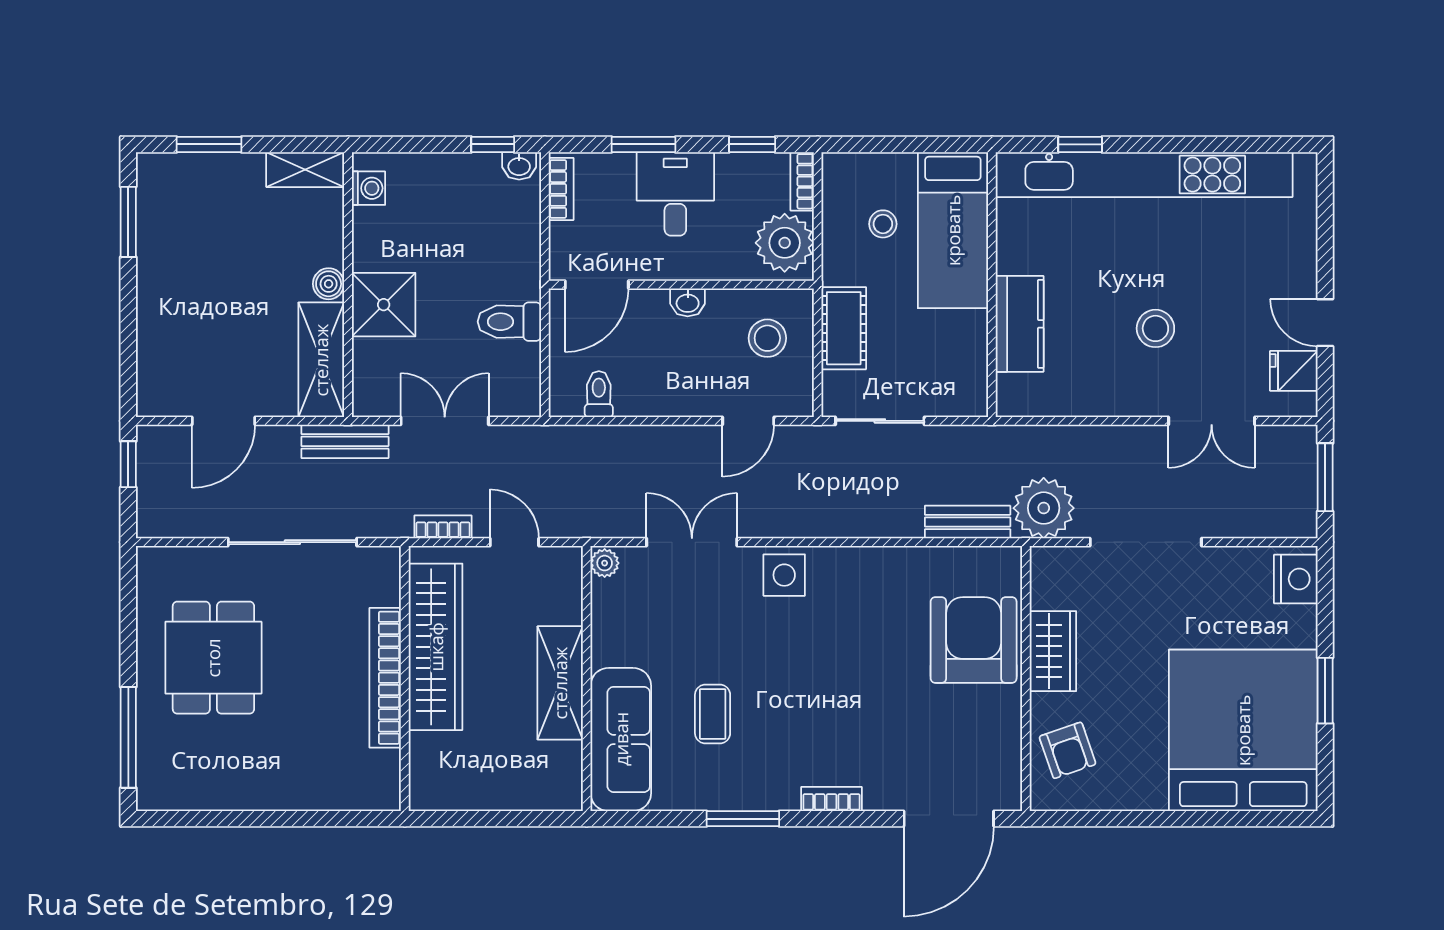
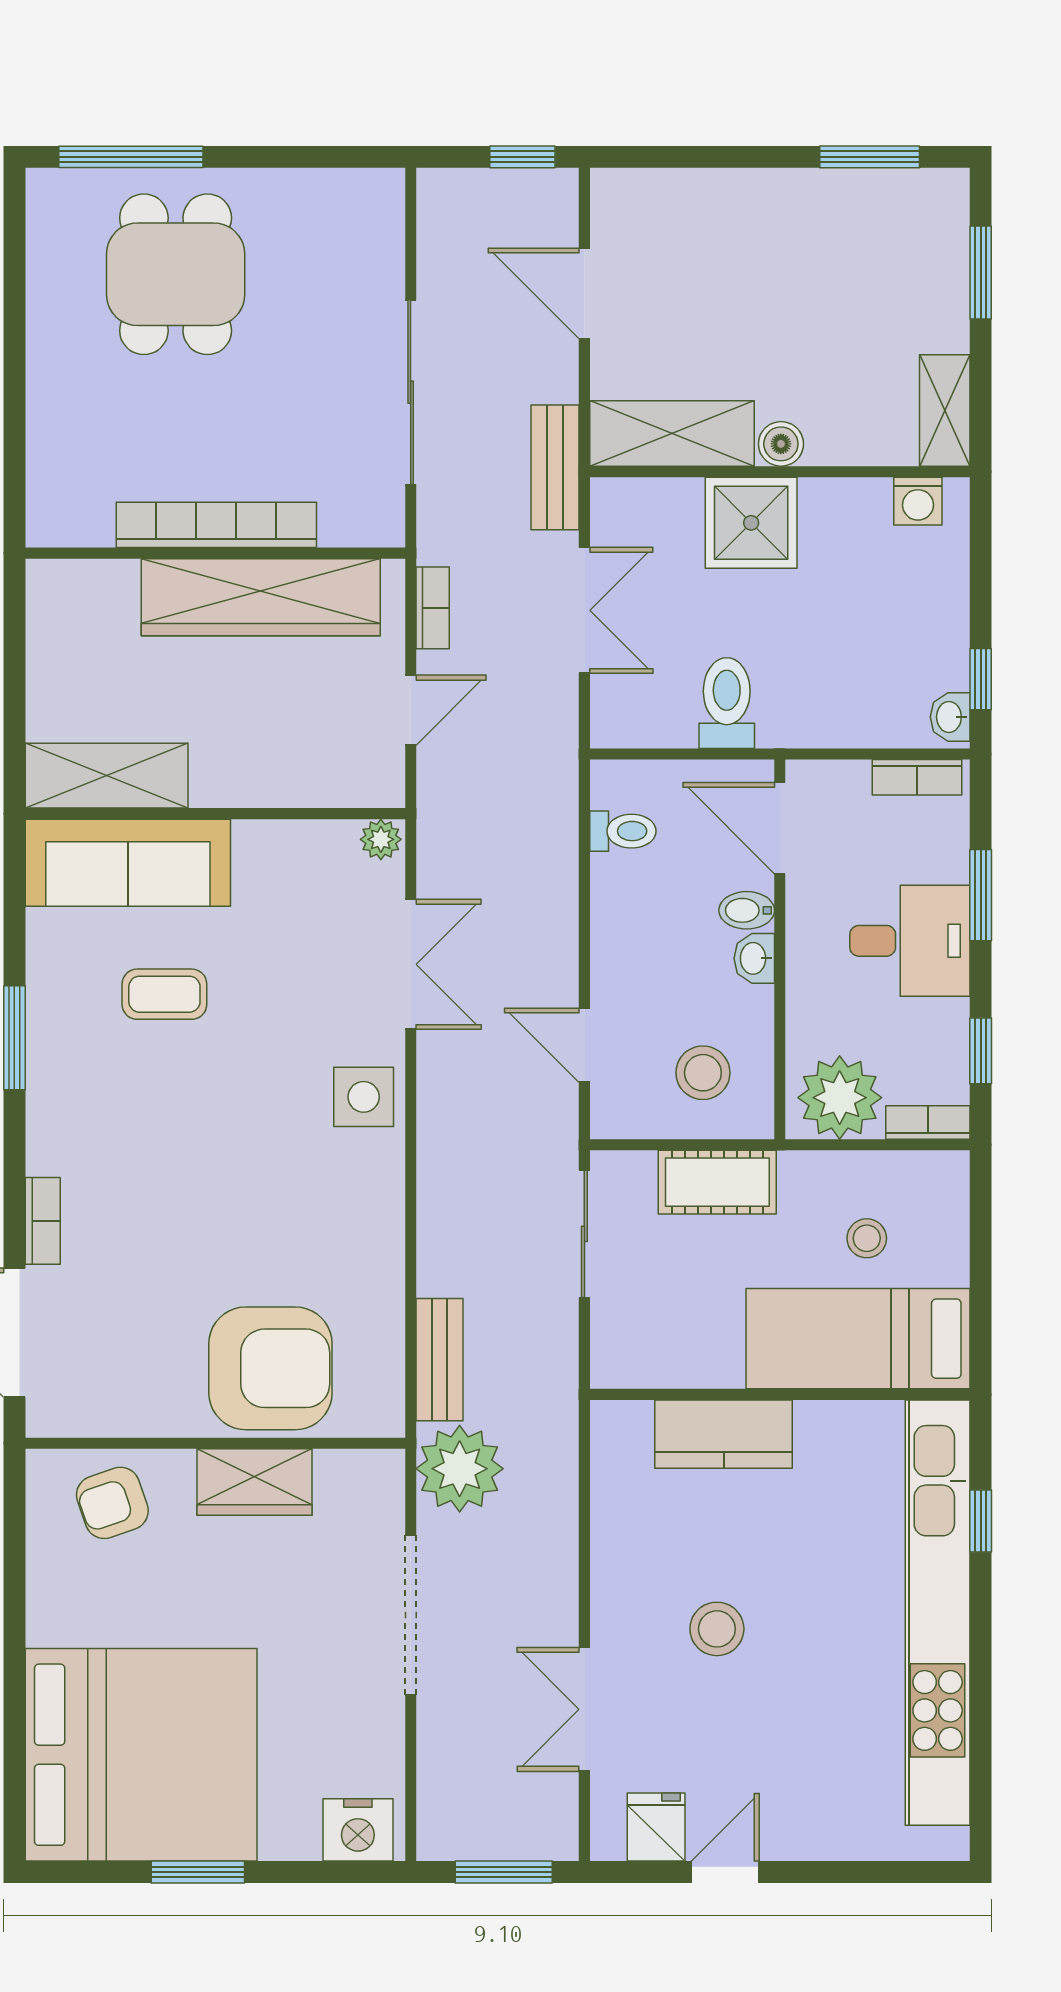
bidet: (654, 308) -> (747, 910), added
dining table: (213, 658) -> (176, 274), moved, turned 90
shelving: (560, 683) -> (107, 776), moved
bookcase: (832, 799) -> (43, 1221), moved

